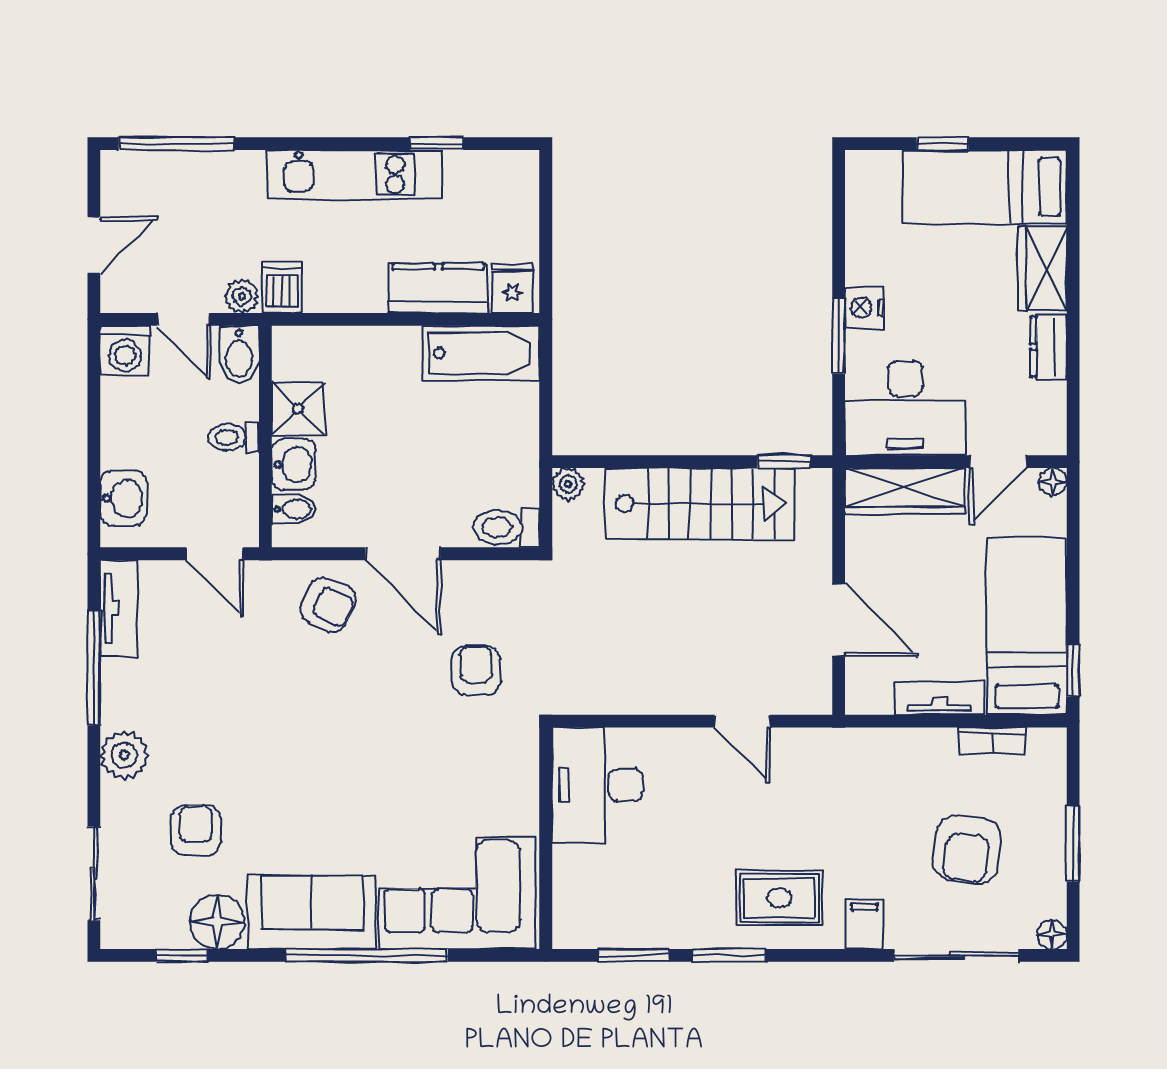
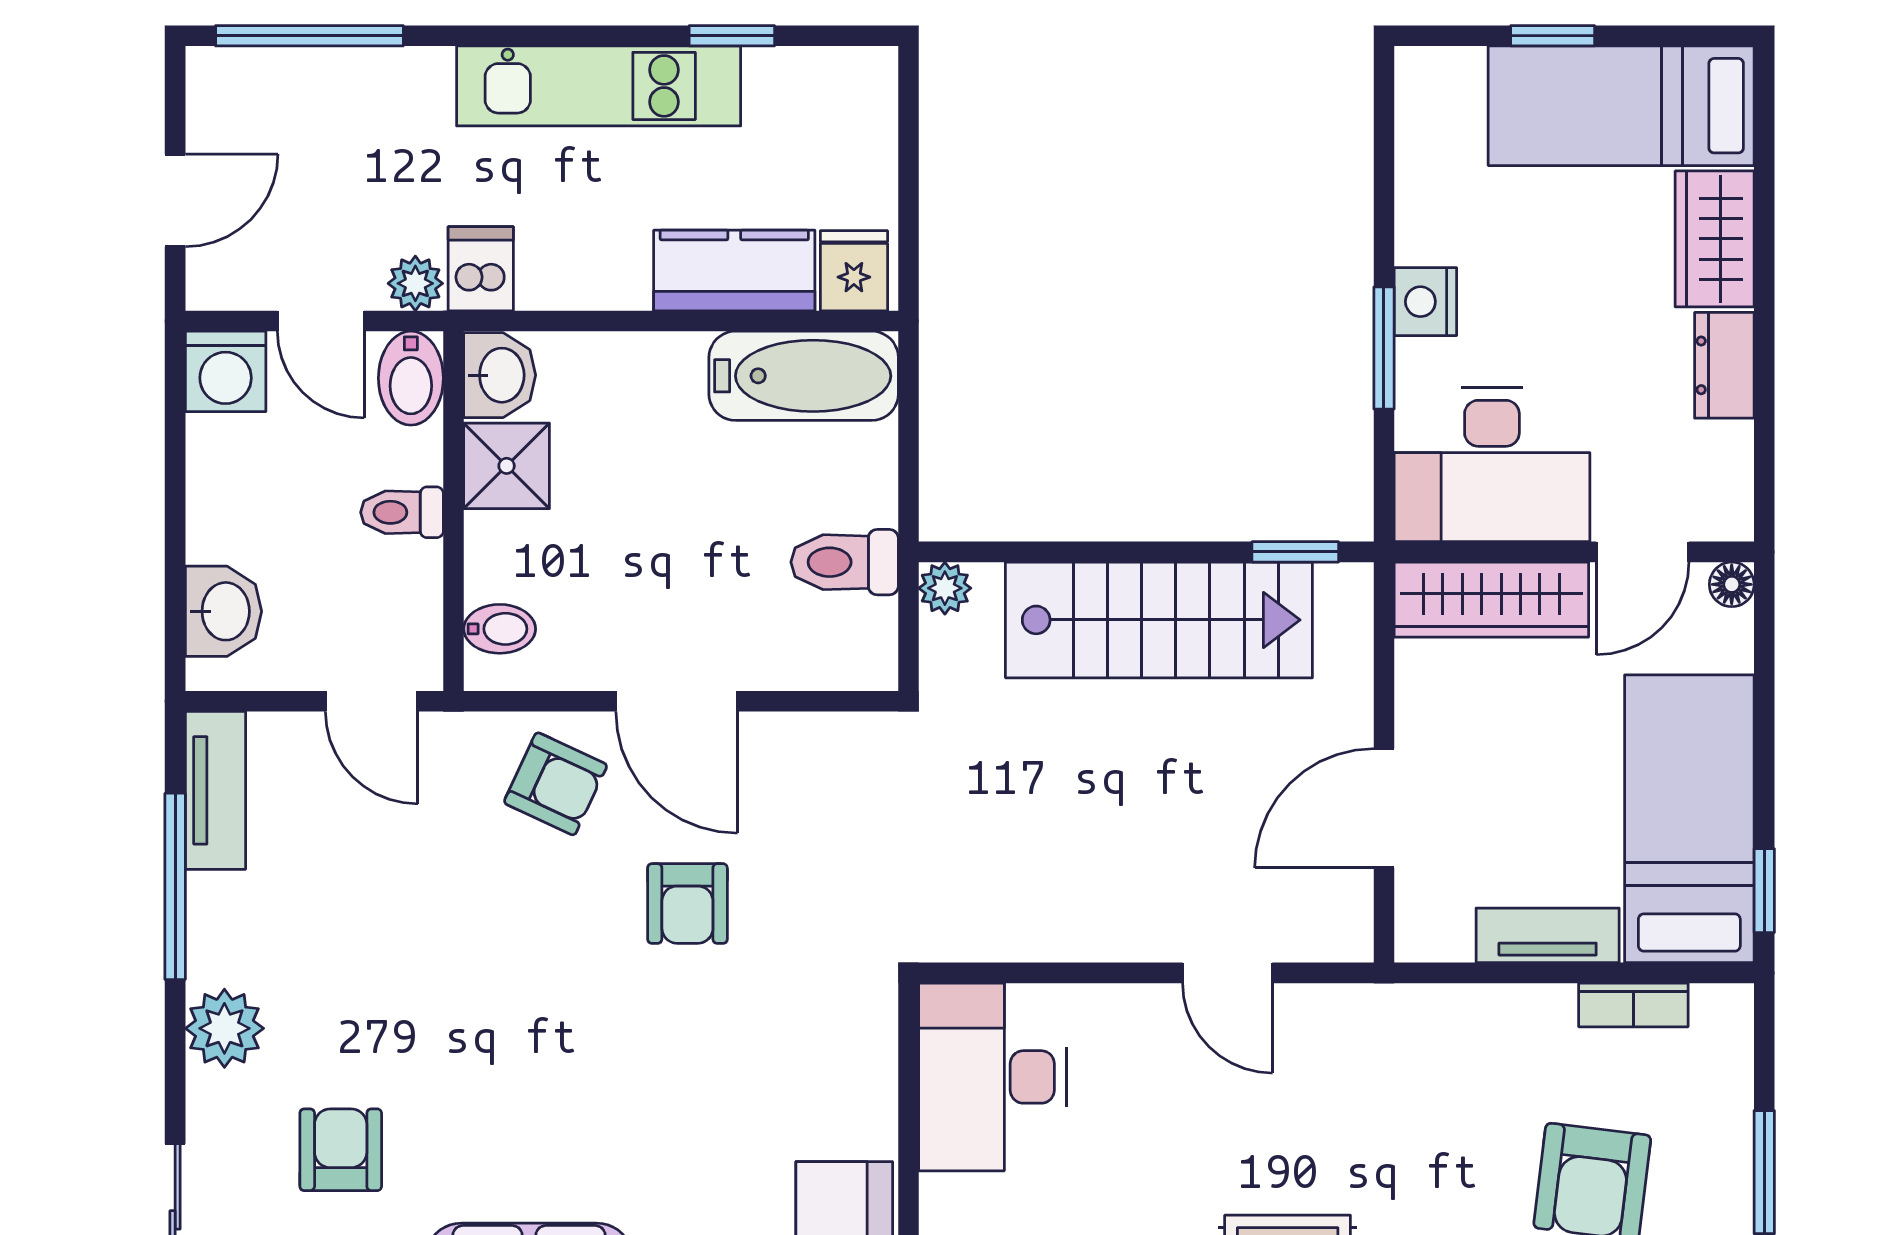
washbasin: (294, 465) -> (500, 375), moved
toilet: (506, 527) -> (845, 562), moved
door: (839, 620) -> (1384, 808), swing flipped
armchair: (476, 670) -> (687, 904), moved, turned 180

